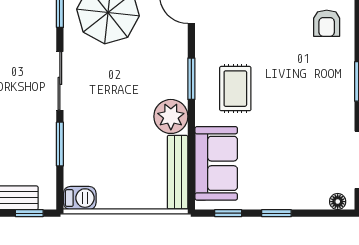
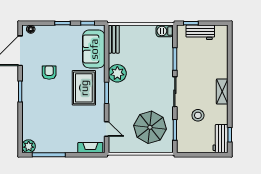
armchair: (327, 23) -> (49, 73), moved
stool: (16, 36) -> (198, 115), added
rug: (235, 89) -> (84, 88), width x1.36, depth x1.43
bench: (178, 172) -> (114, 39), width x0.73

